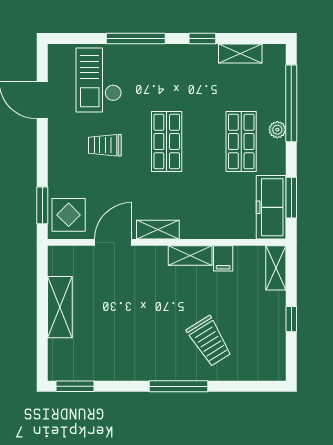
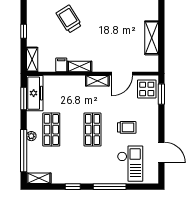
shelving: (240, 54) -> (39, 178), moved

